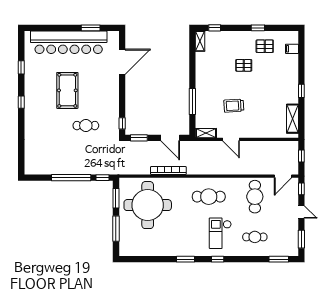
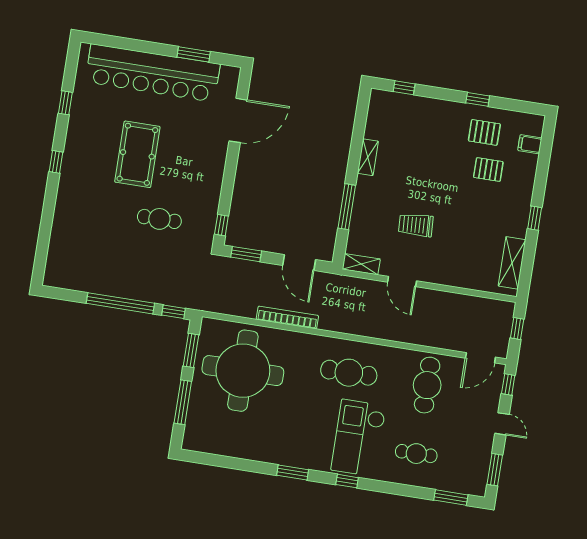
shelving: (200, 41) -> (368, 157), moved
pallet: (244, 65) -> (488, 170), moved
checkout: (220, 233) -> (359, 438), width x1.36, depth x1.21

